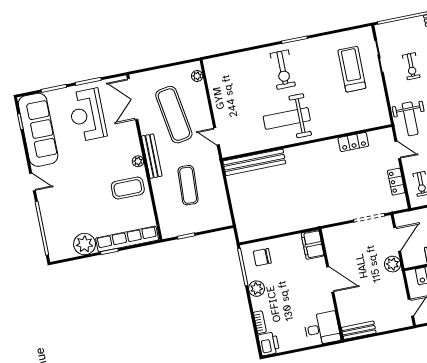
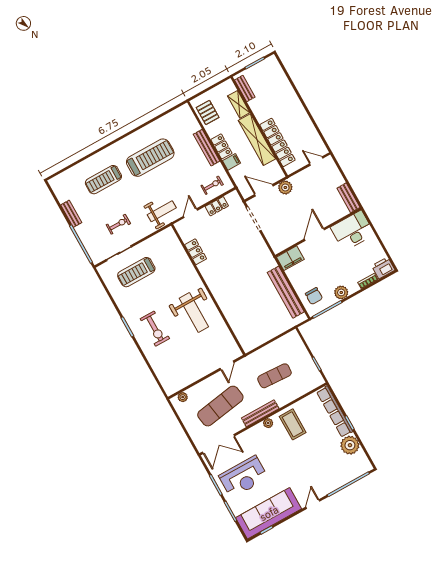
exercise bike: (283, 70) -> (155, 329), turned 90
bench: (254, 162) -> (286, 292), moved
desk: (322, 329) -> (352, 231), width x1.37

